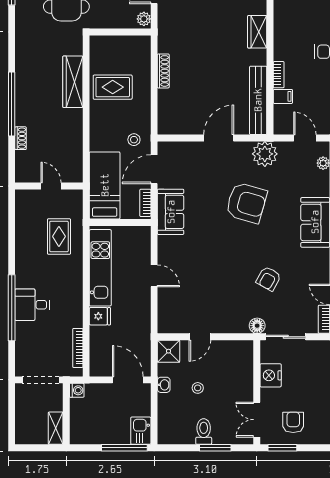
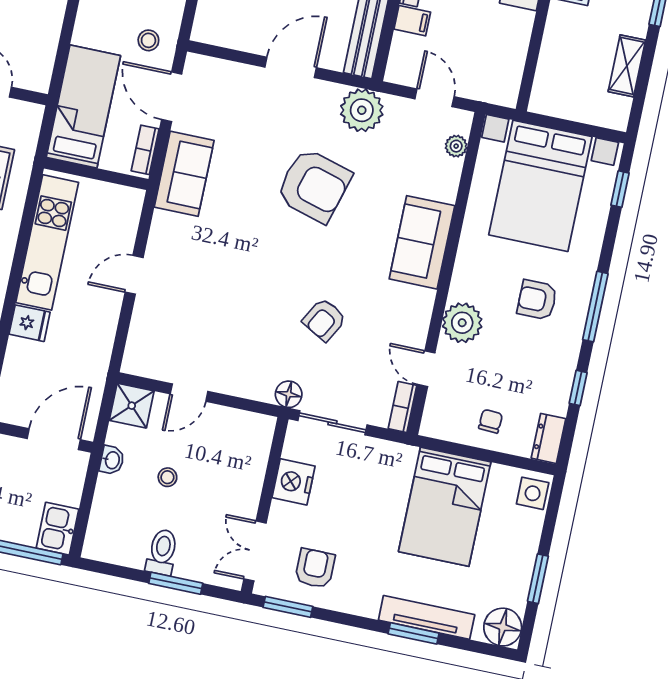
door: (154, 169) -> (172, 97), hinge flipped
door: (154, 276) -> (134, 275), swing flipped
door: (128, 380) -> (54, 439), hinge flipped

